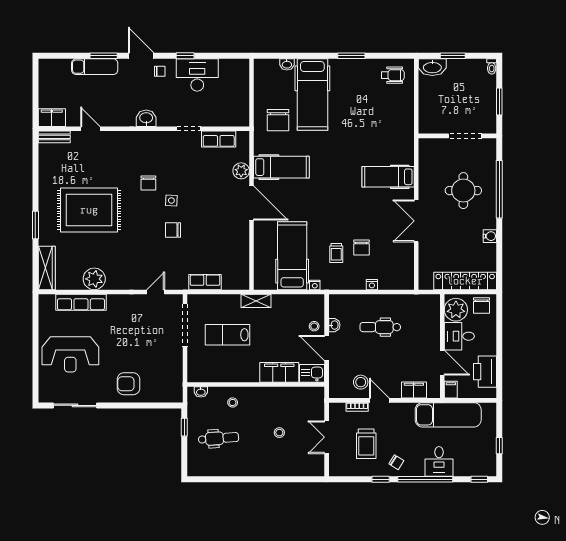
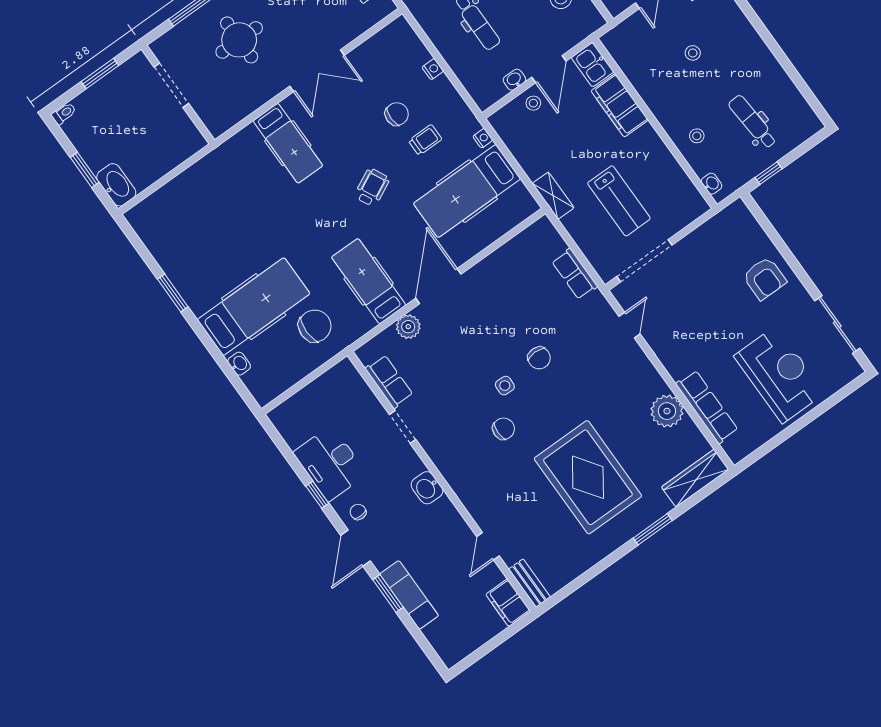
wheelchair: (393, 75) -> (372, 187), moved, turned 64
door: (156, 292) -> (630, 325), swing flipped

